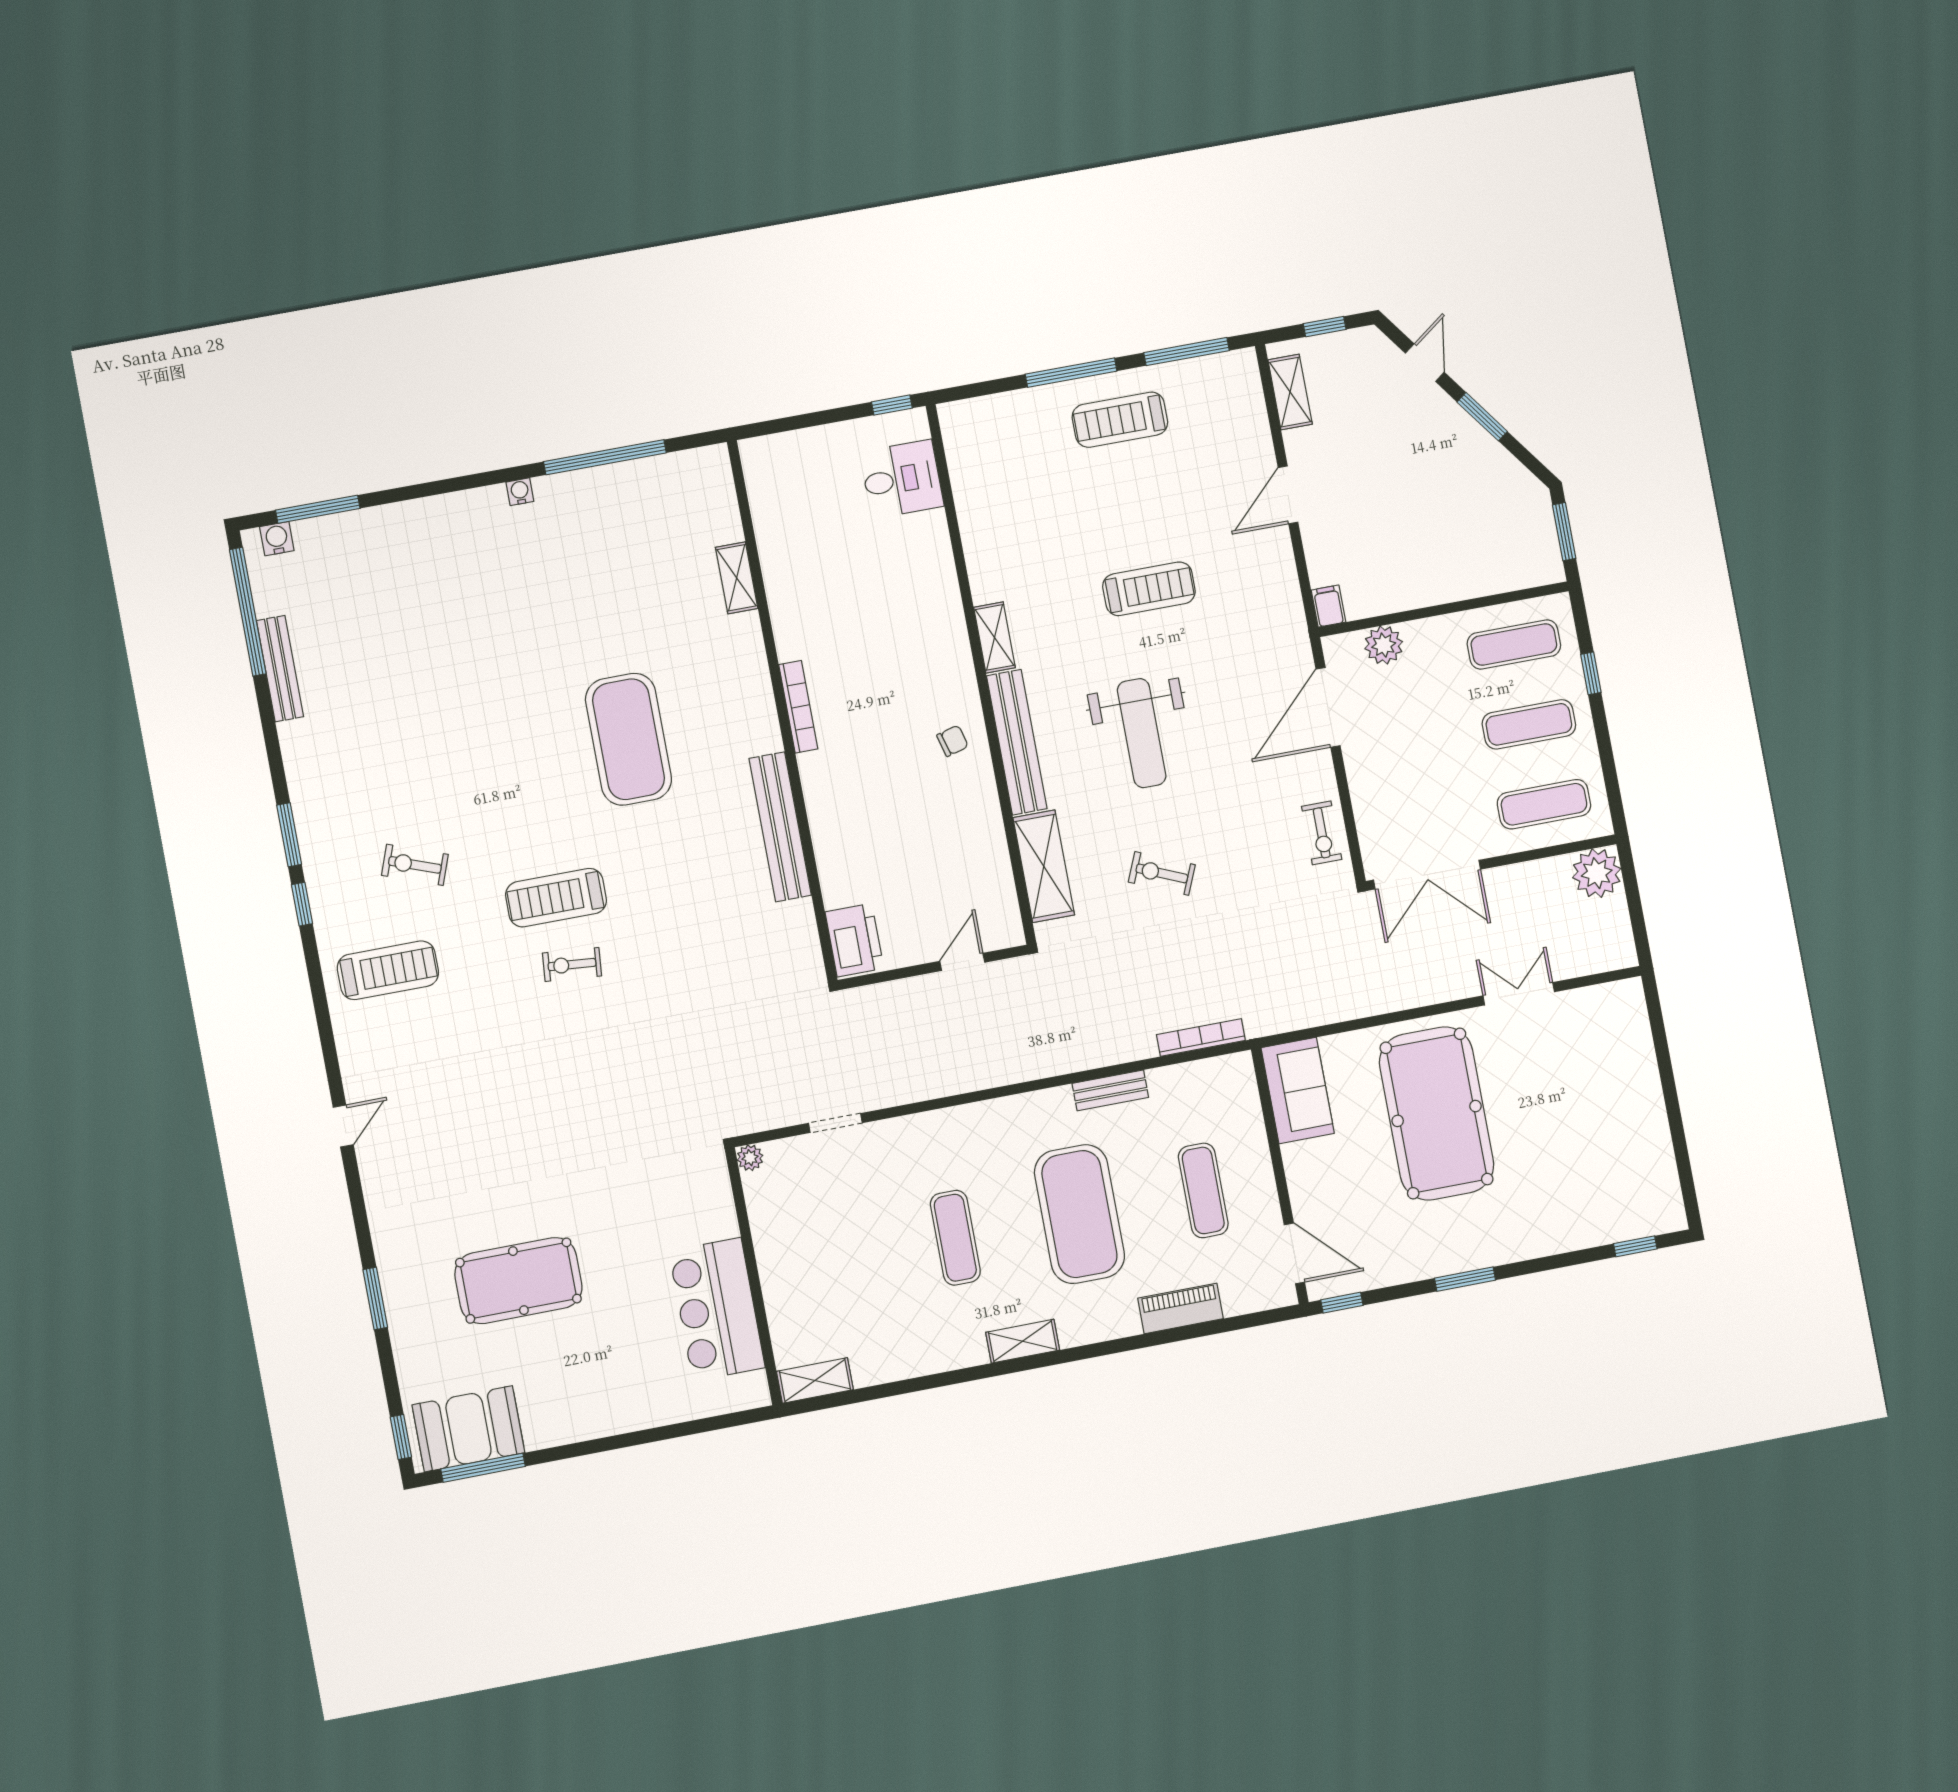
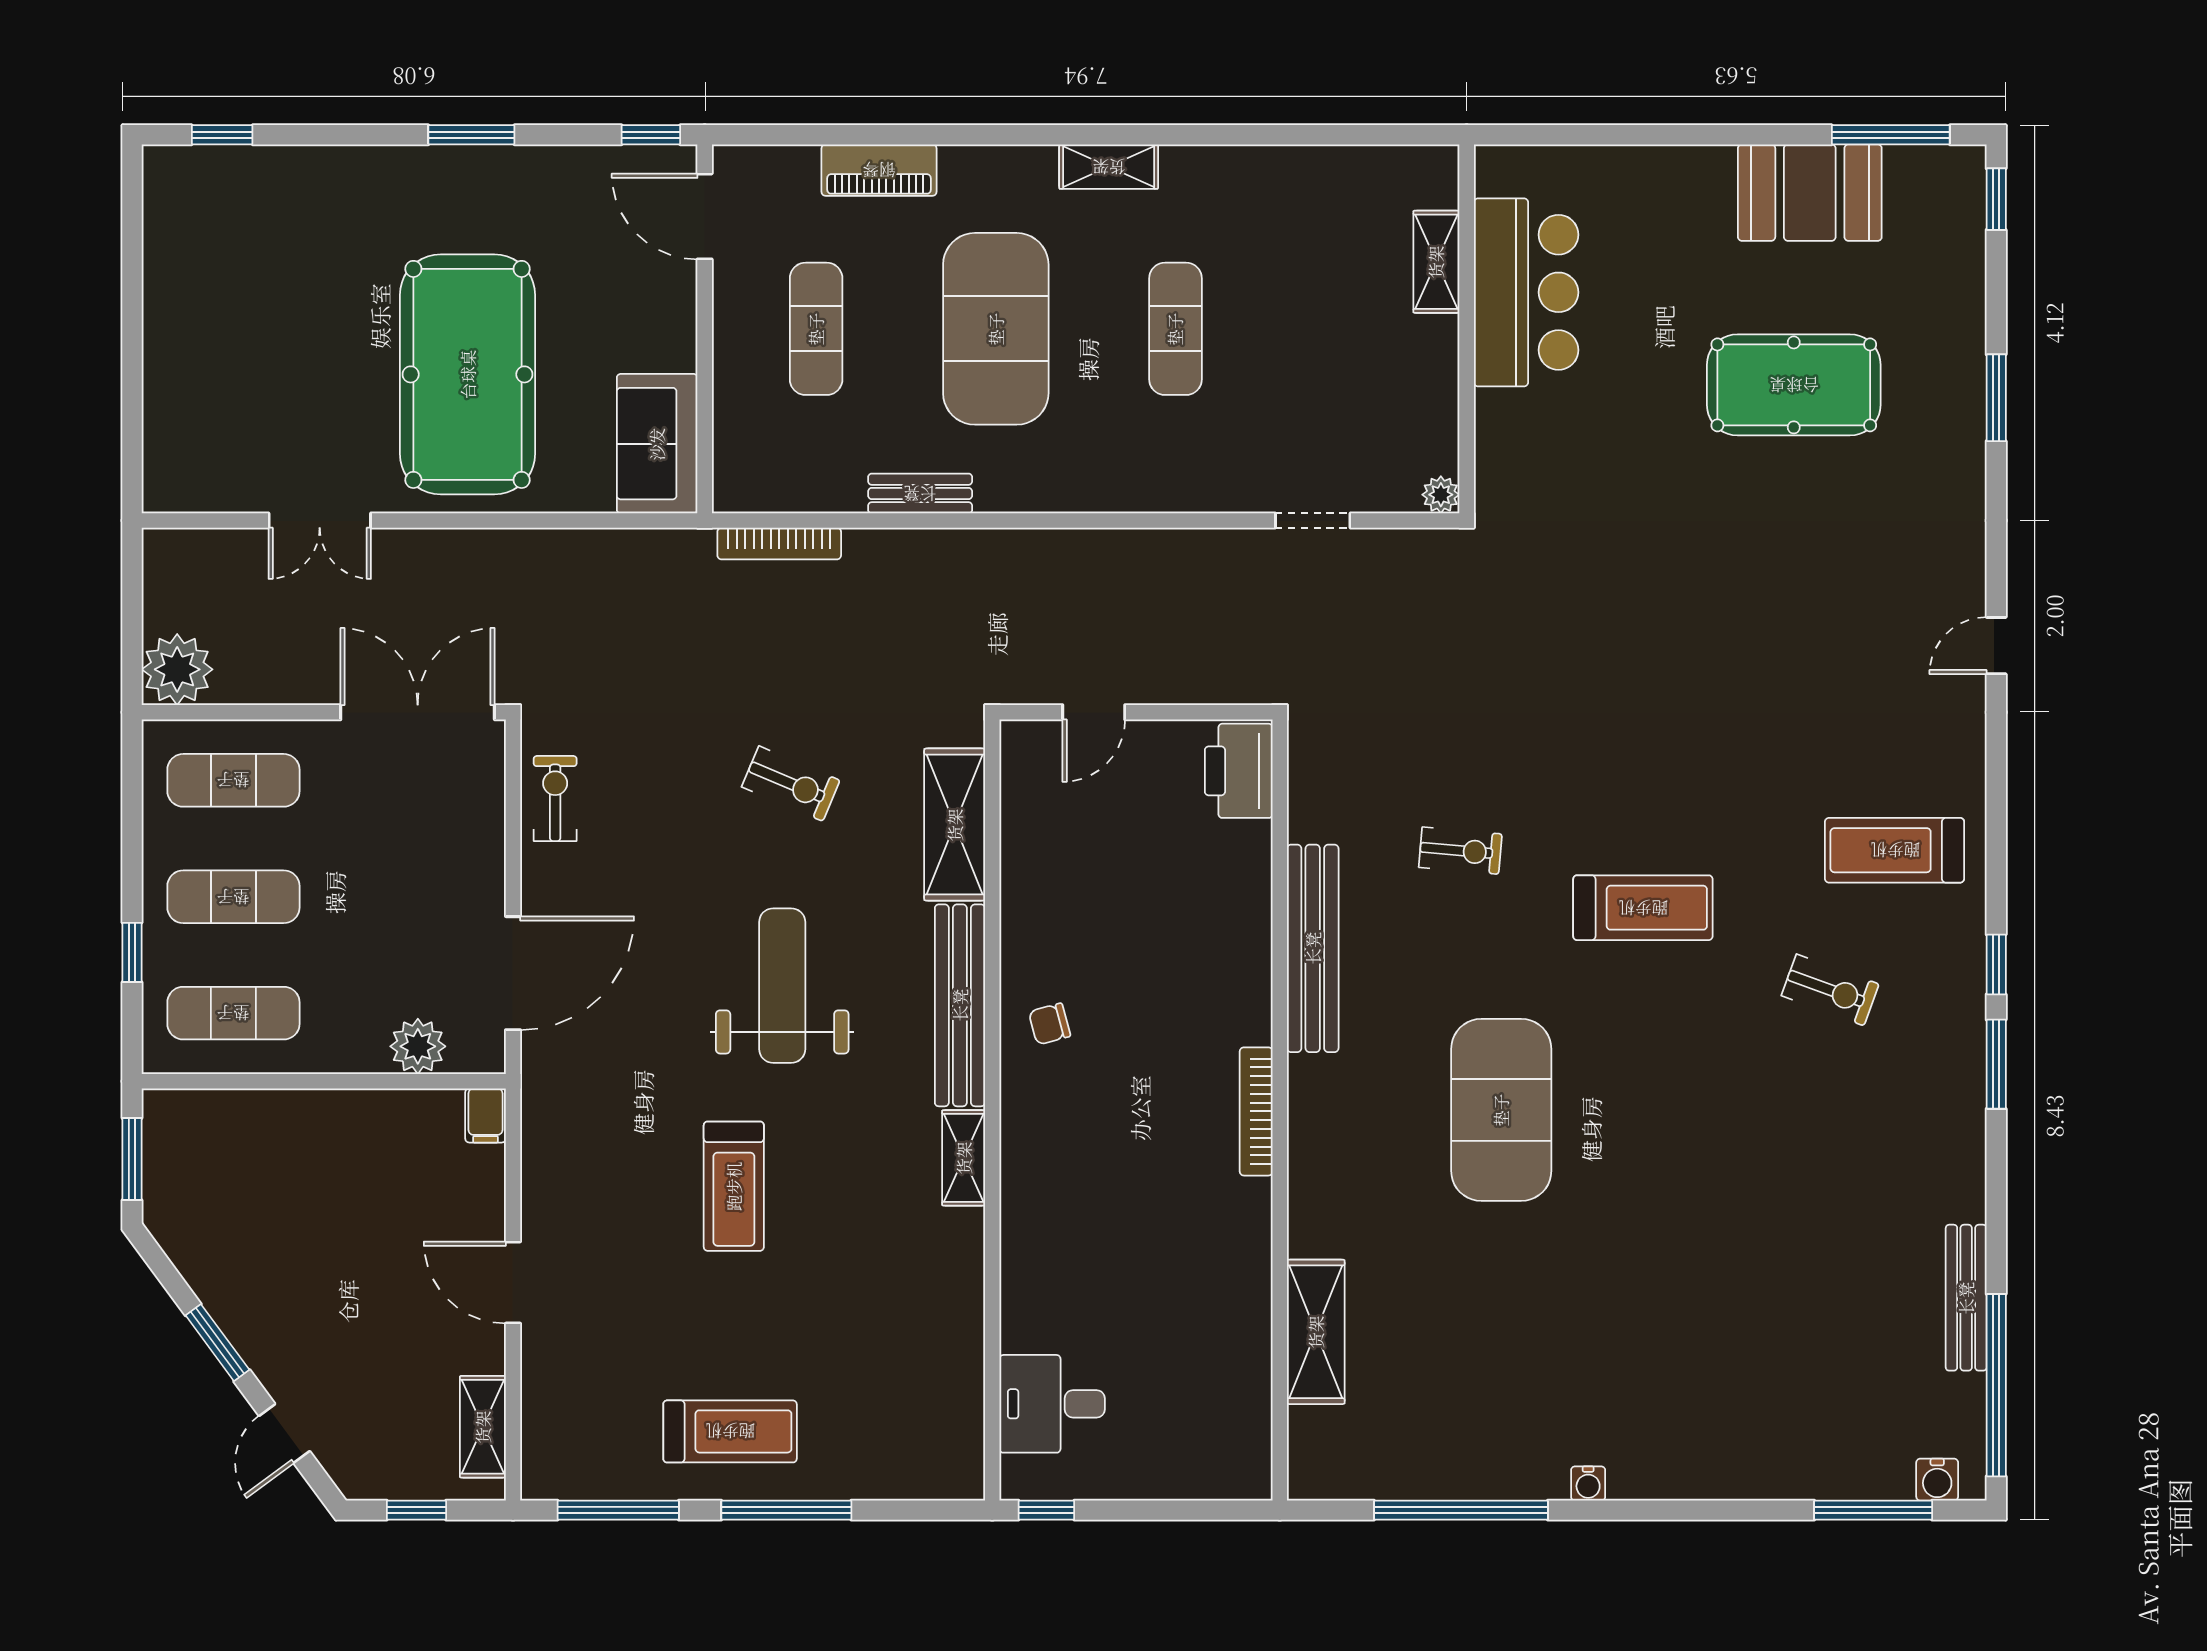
door: (1288, 495) -> (513, 1283), swing flipped
shelving: (737, 578) -> (1316, 1332), width x1.50, depth x1.33
treadmill: (1149, 589) -> (734, 1186), turned -90
exercise bike: (572, 964) -> (1460, 851), moved
shelving: (815, 1380) -> (1436, 262), moved, turned 90
booth: (468, 1429) -> (1810, 193), moved

